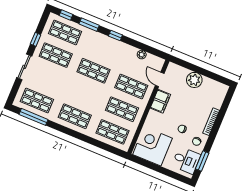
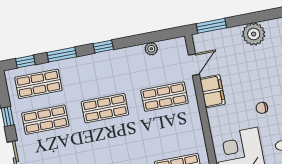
window: (184, 64) -> (211, 26), added
door: (160, 79) -> (194, 65), swing flipped
plant: (194, 80) -> (254, 34), moved
shop shelf: (122, 109) -> (171, 132), removed

